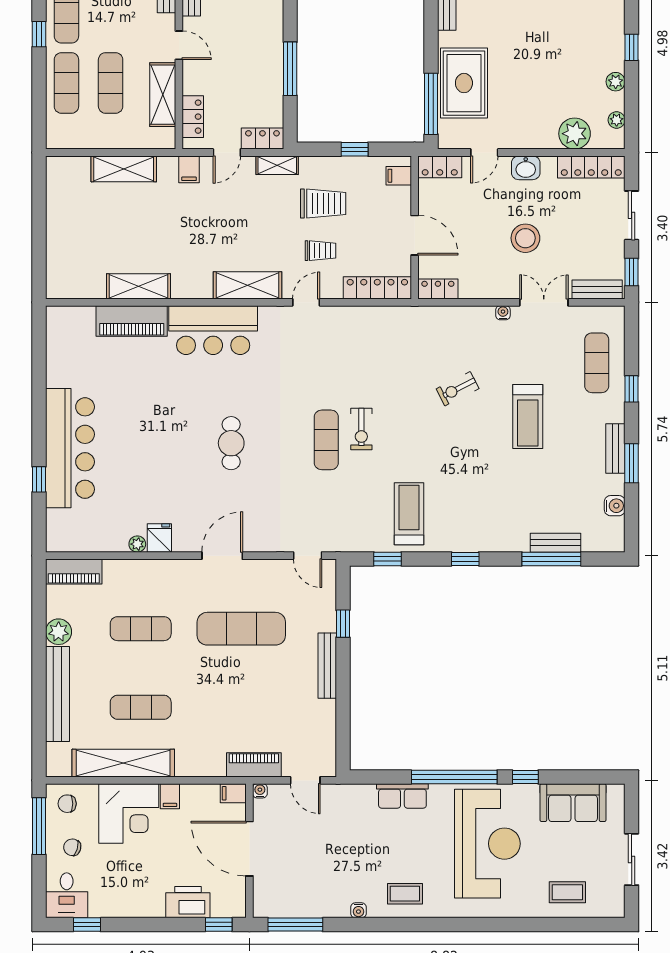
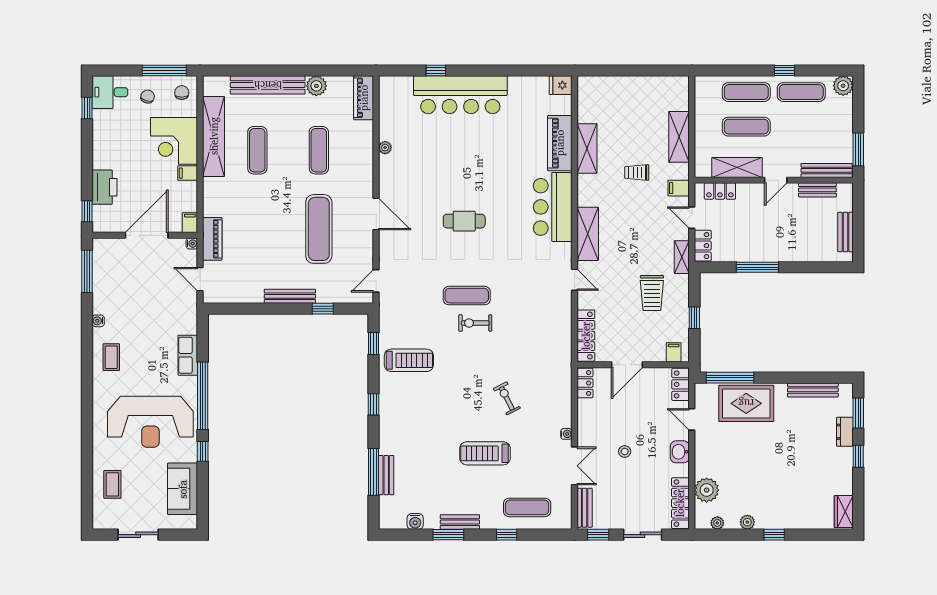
stool: (525, 238) -> (625, 452), width x0.53, depth x0.53
trolley: (320, 251) -> (637, 173), moved, turned 90
fridge: (159, 538) -> (561, 85), moved, turned 180
door: (305, 780) -> (200, 279), hinge flipped

